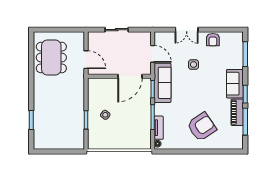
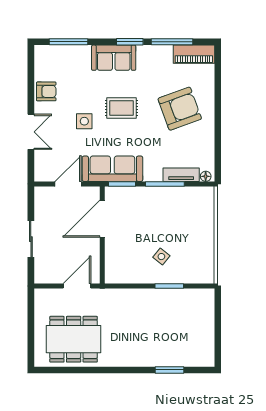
door: (130, 76) -> (102, 219), swing flipped
rug: (202, 89) -> (122, 108), added
piano: (237, 112) -> (194, 54), moved
armchair: (202, 127) -> (180, 109), turned 104

